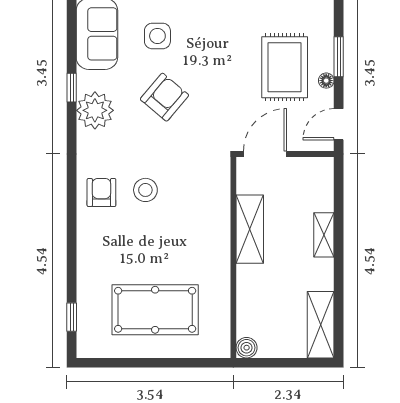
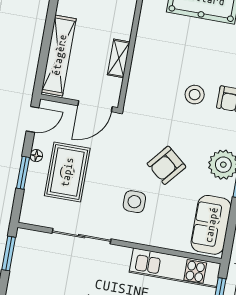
side table: (157, 36) -> (134, 202), moved
shelving: (250, 229) -> (119, 58), width x0.67, depth x0.75
shelving: (324, 235) -> (59, 55), width x2.20, depth x1.33

